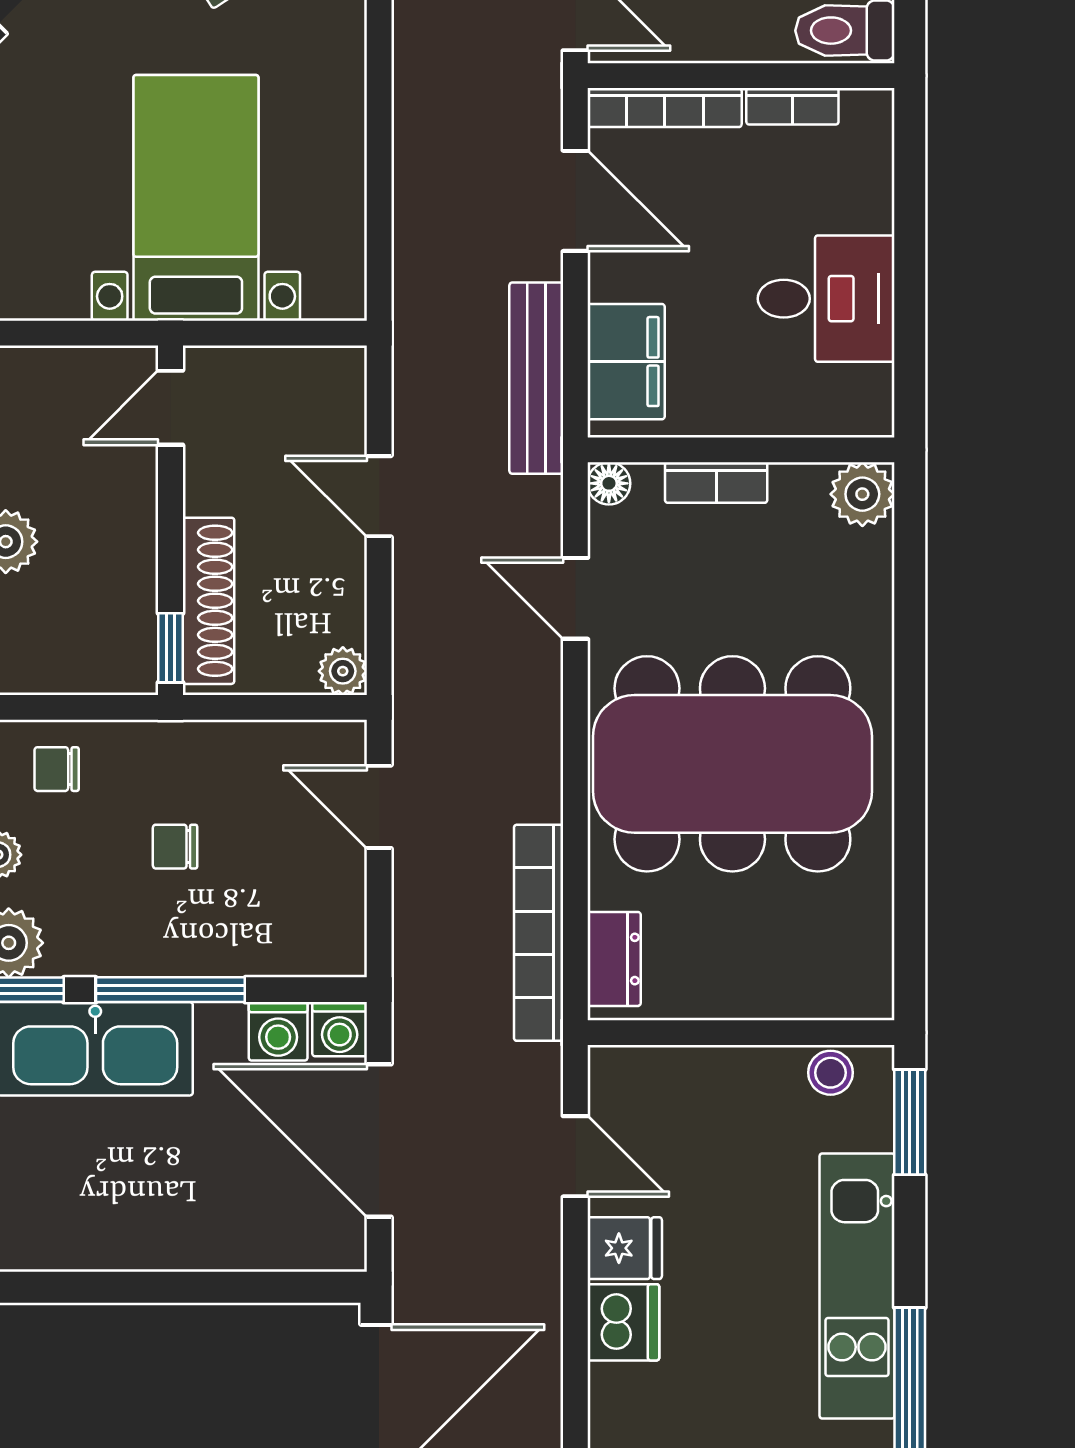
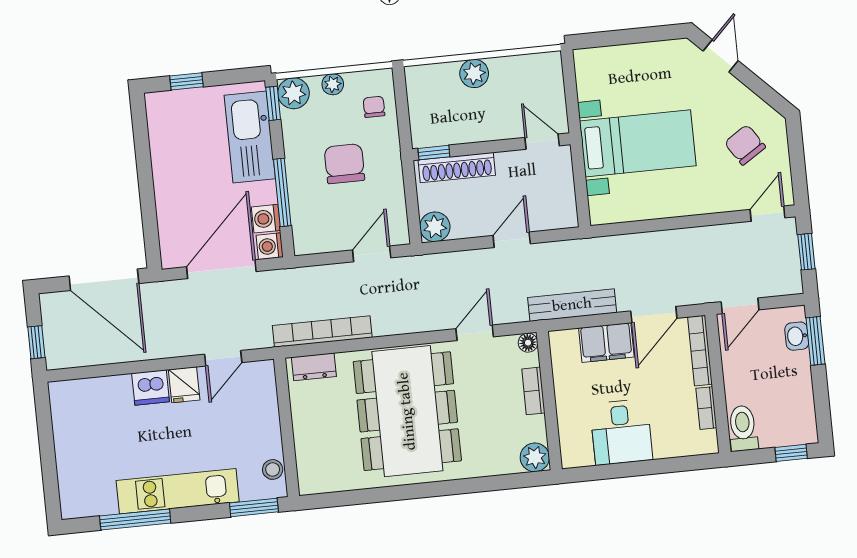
filing cabinet: (626, 362) -> (606, 343), moved
plant: (343, 671) -> (435, 227), width x1.38, depth x1.38
chair: (175, 847) -> (344, 164), width x1.87, depth x1.87
window: (170, 990) -> (282, 192), moved

